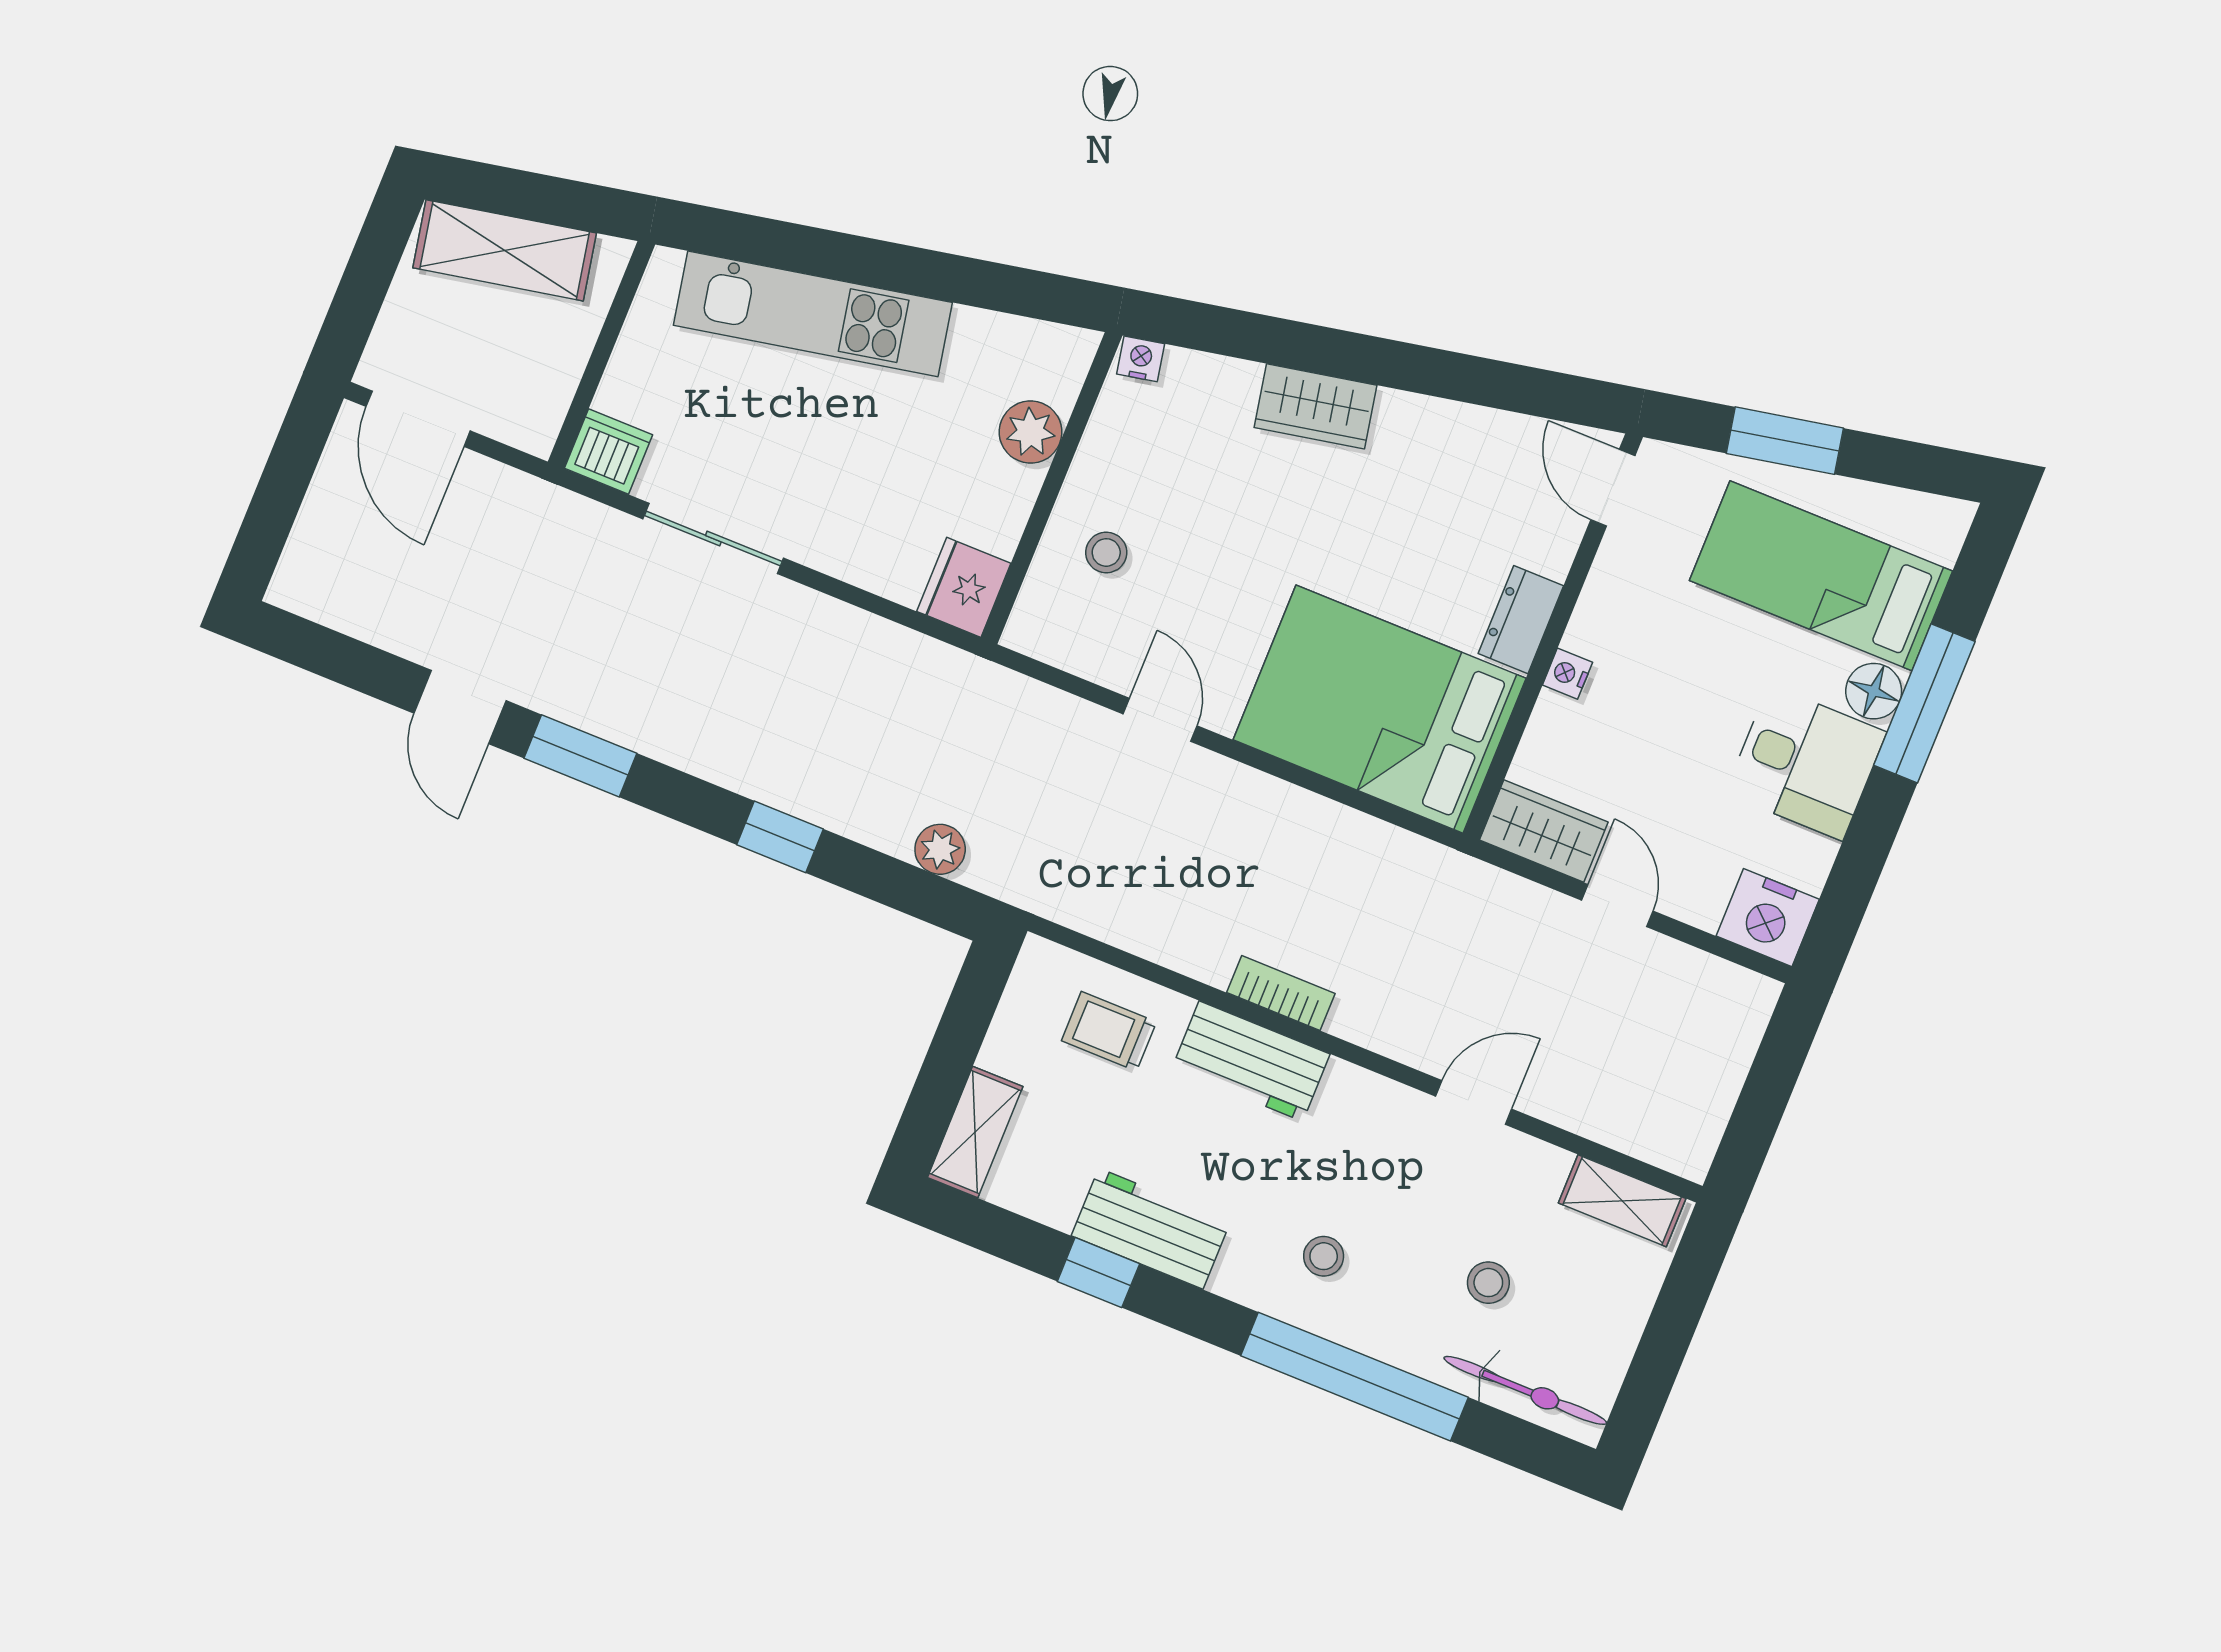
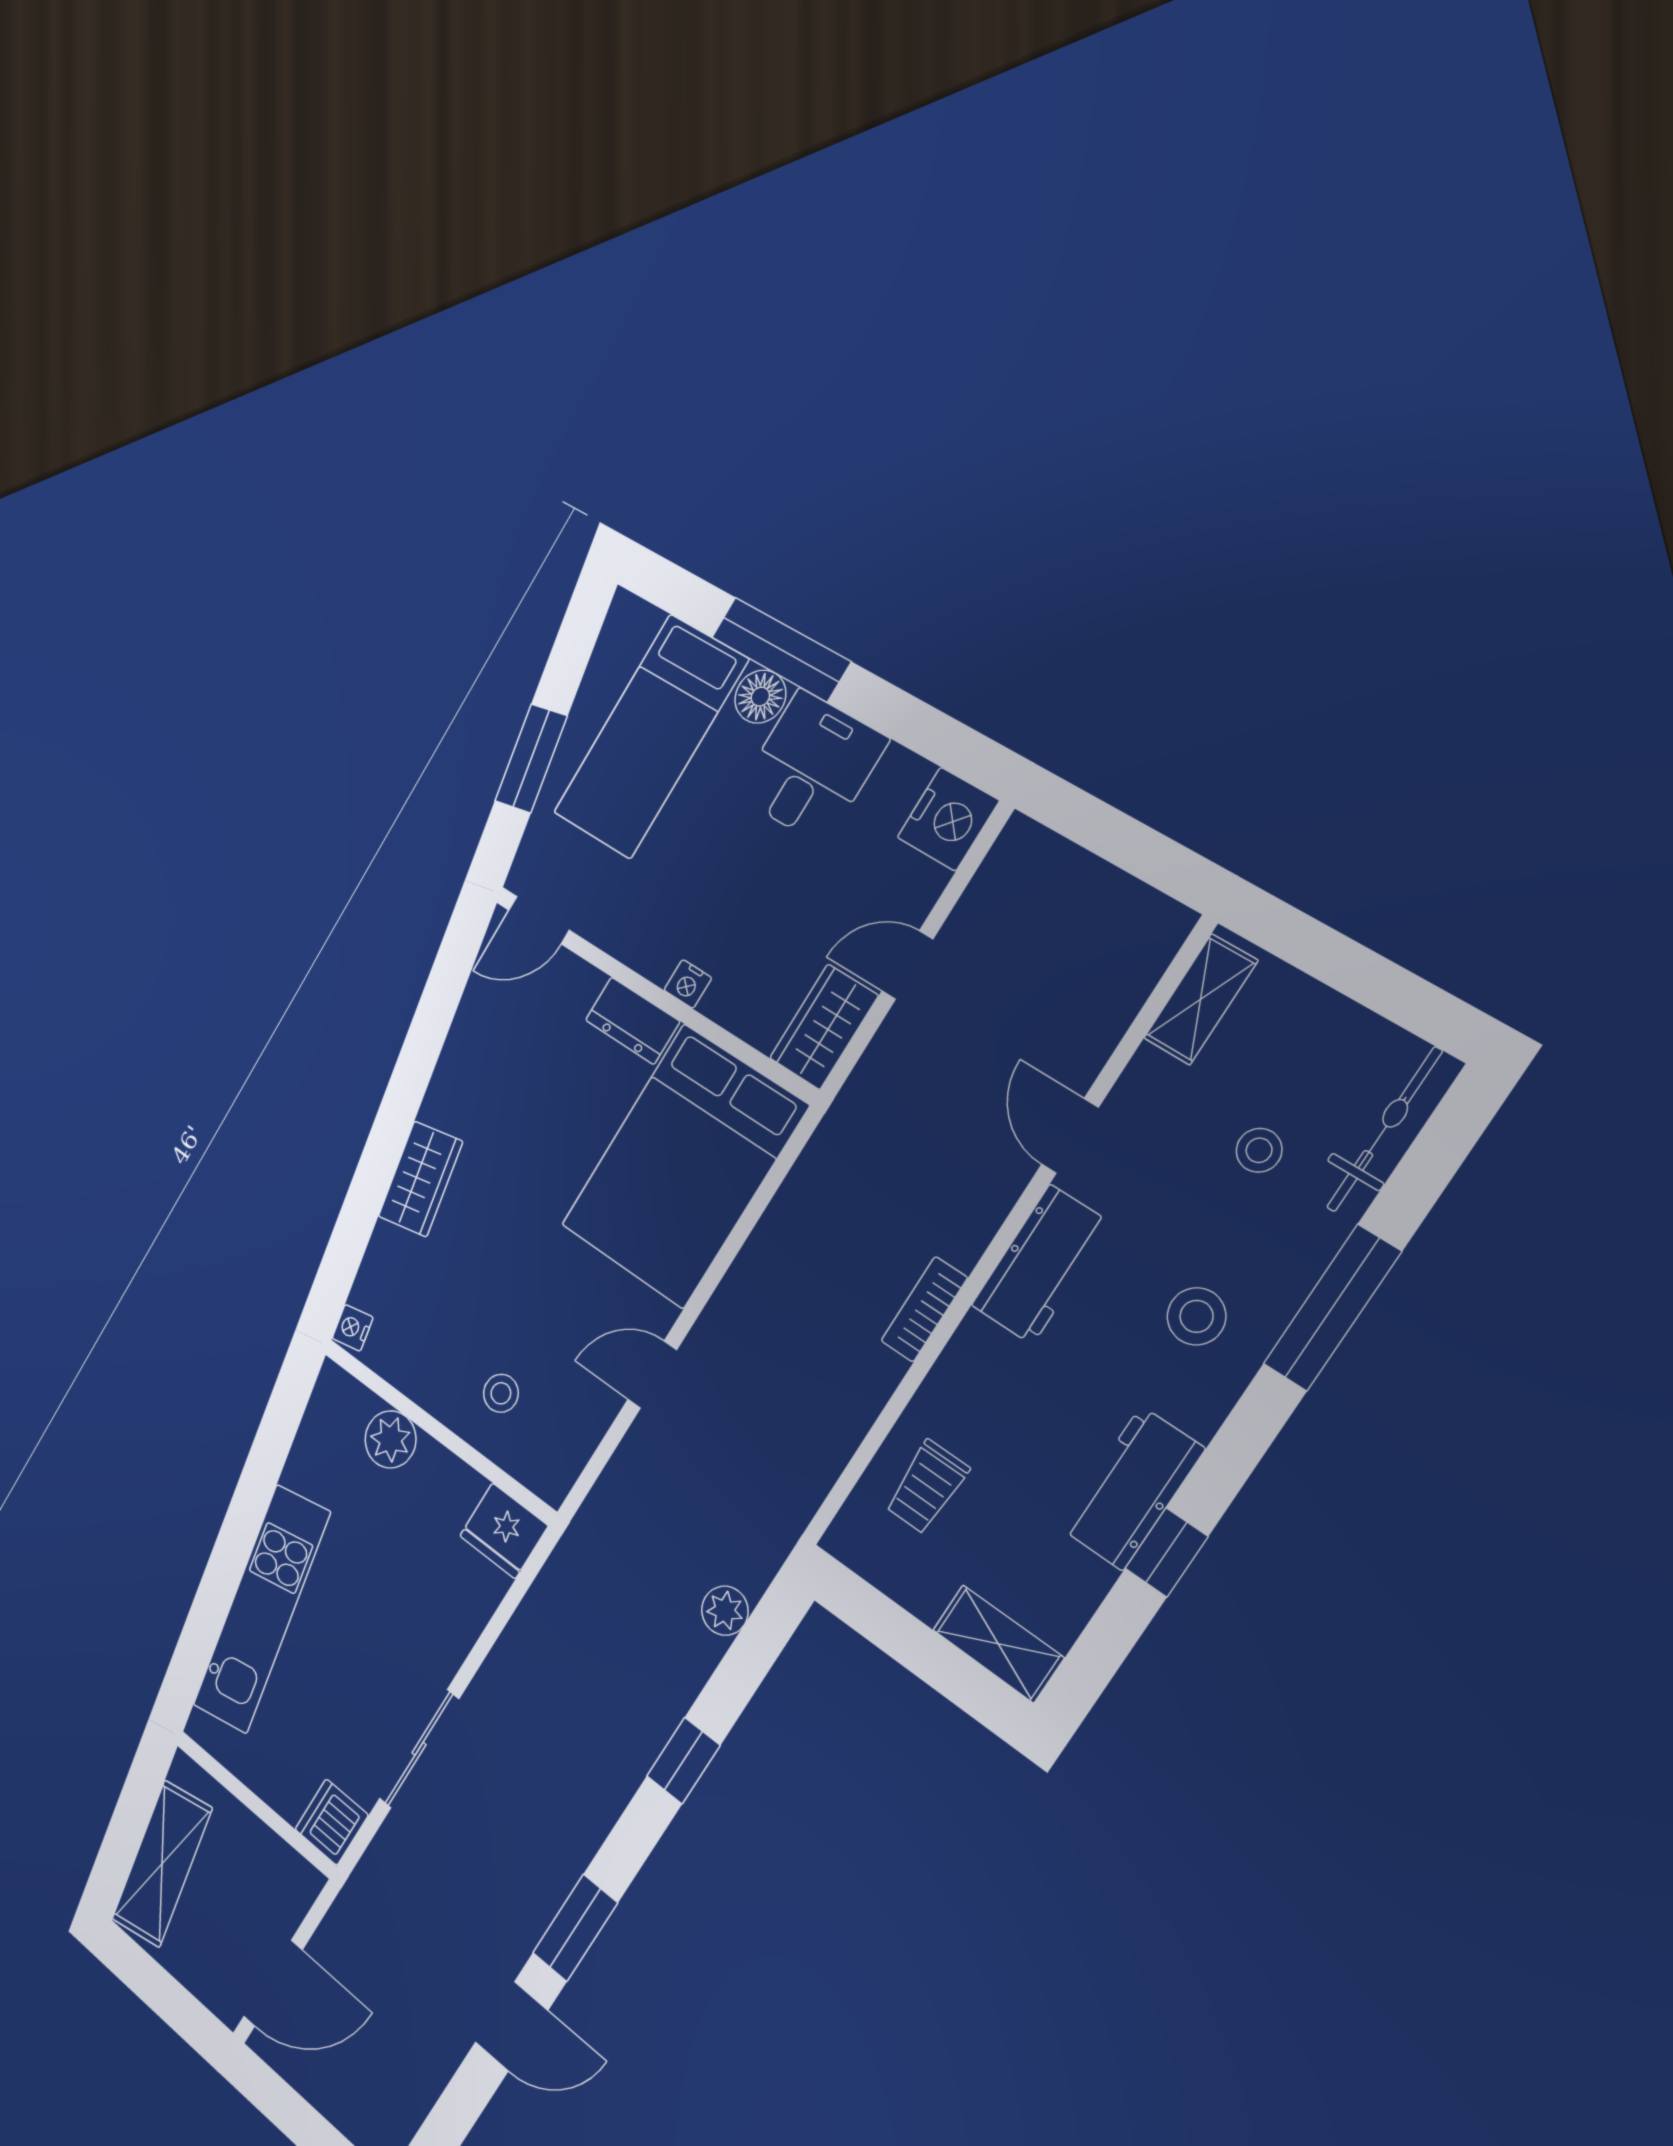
workbench: (1251, 1061) -> (1041, 1264), moved
stool: (1324, 1256) -> (1197, 1316), width x1.37, depth x1.37
window: (1354, 1377) -> (1332, 1308), width x0.68

